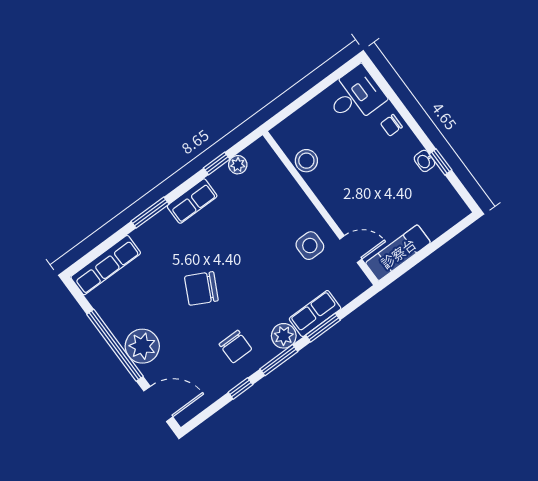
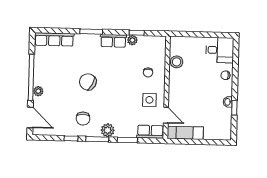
plant: (238, 165) -> (132, 40), moved
chair: (277, 208) -> (148, 72), added
row of seats: (315, 314) -> (150, 132), moved
plant: (142, 346) -> (38, 91), width x0.53, depth x0.53

